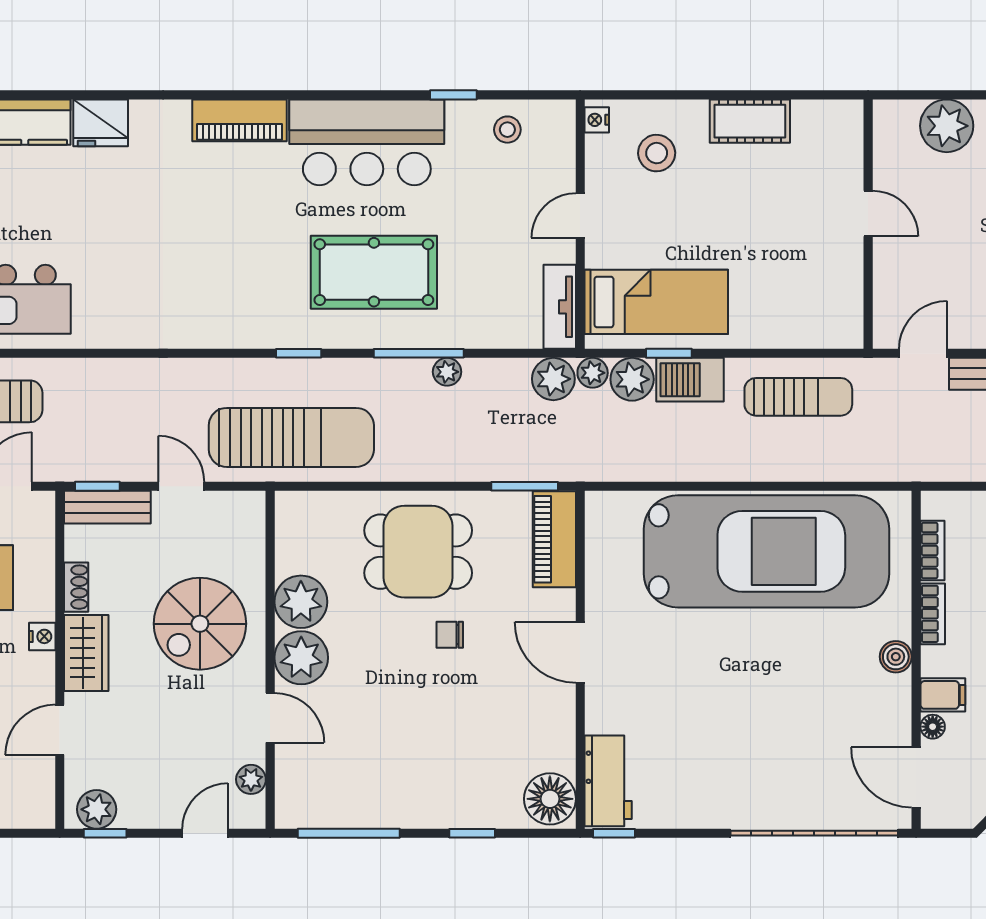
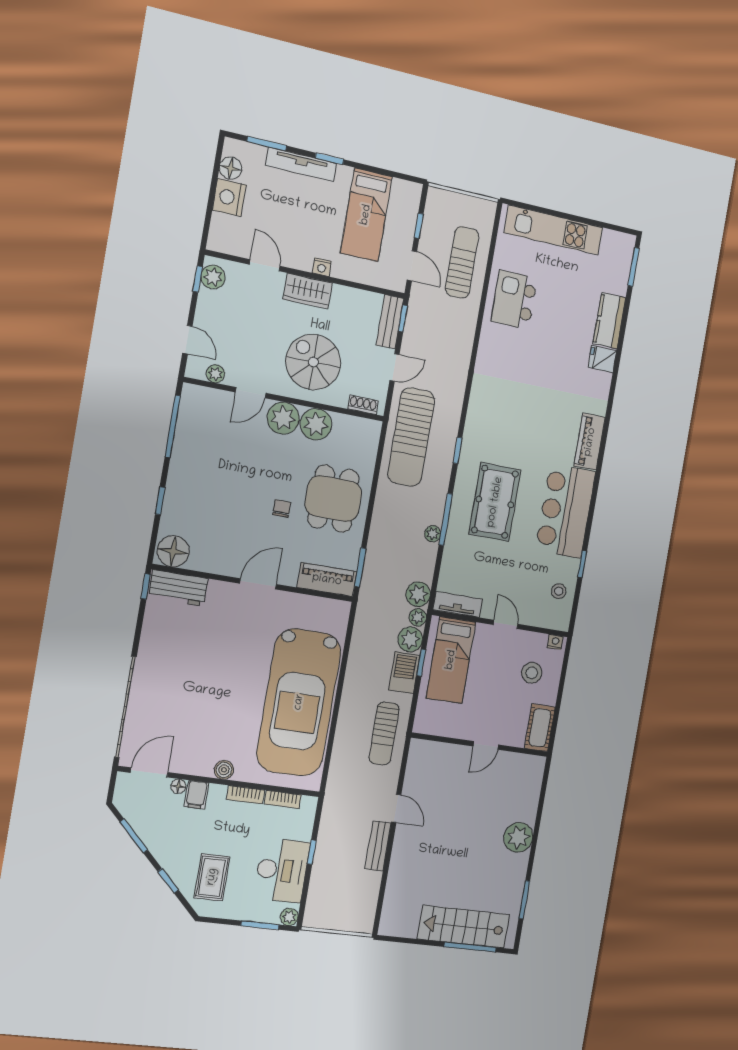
fridge: (101, 123) -> (602, 359), width x0.72
door: (868, 214) -> (486, 745), moved
wall: (868, 224) -> (480, 745), moved
shoe rack: (76, 587) -> (363, 405), moved, turned 180

